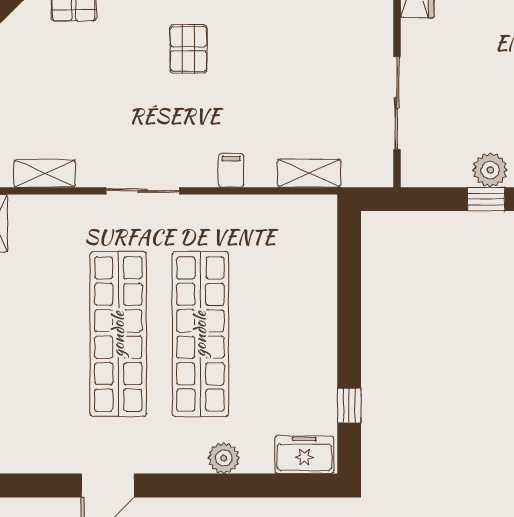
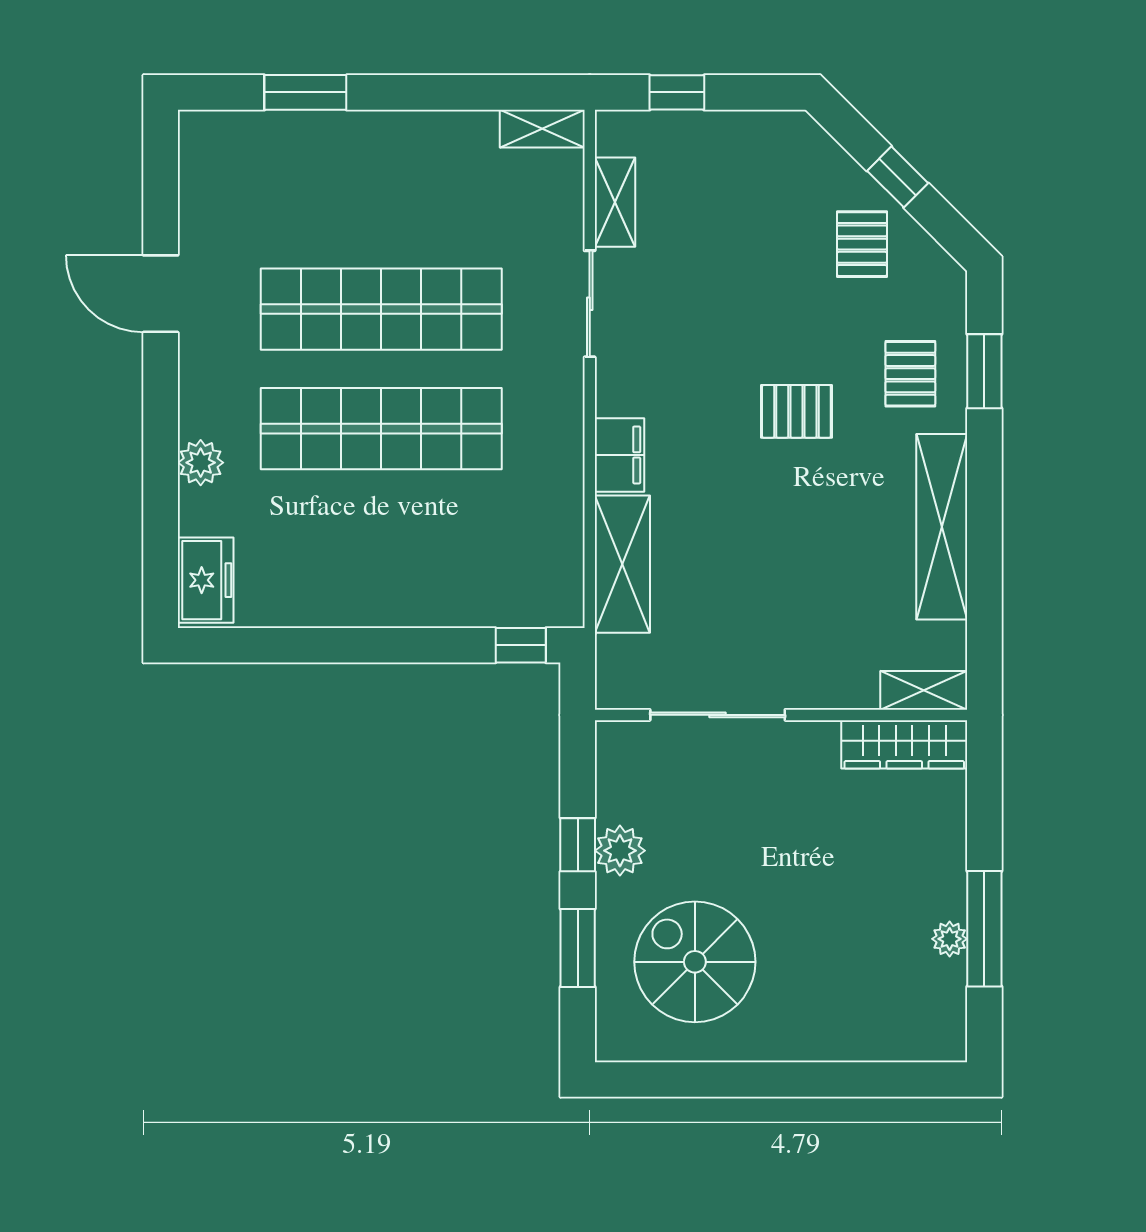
filing cabinet: (231, 170) -> (619, 455), width x2.00
shelving: (309, 173) -> (622, 564), width x1.50, depth x1.33
sliding door: (143, 191) -> (590, 304), moved
window: (349, 405) -> (521, 645), moved

